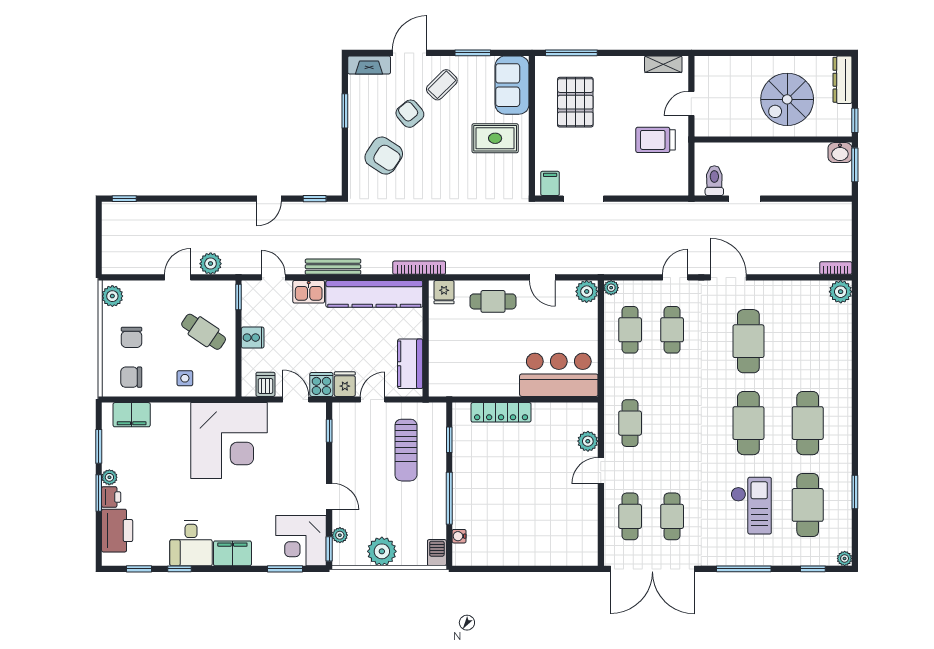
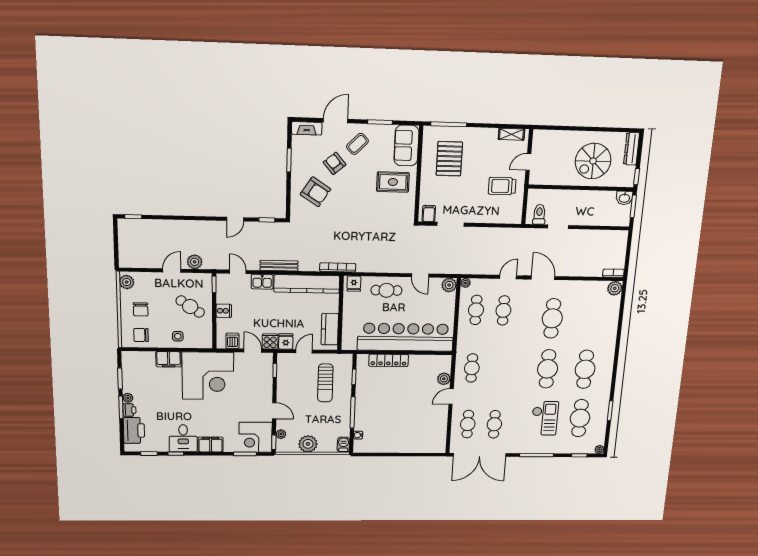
bar counter: (559, 375) -> (406, 337), width x1.86
filing cabinet: (132, 415) -> (169, 359), moved

